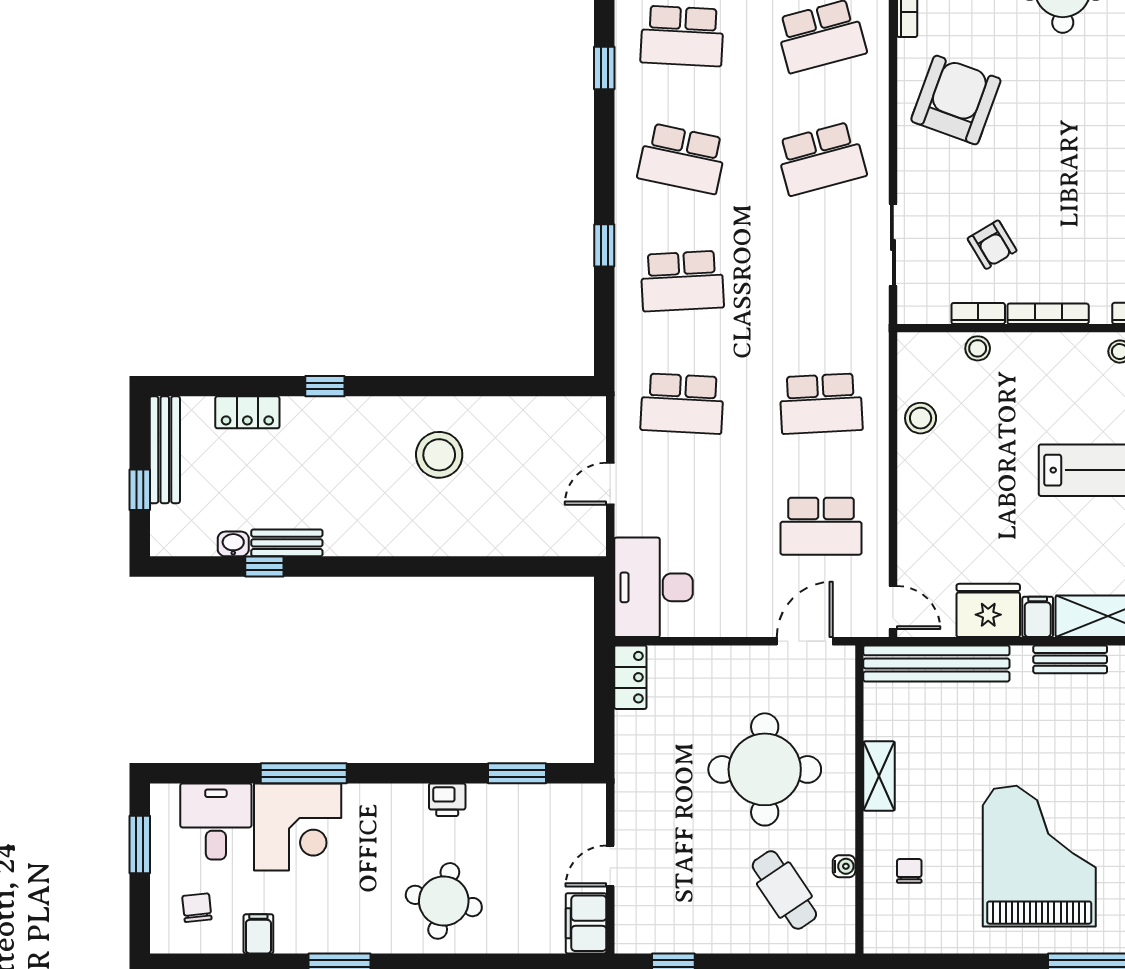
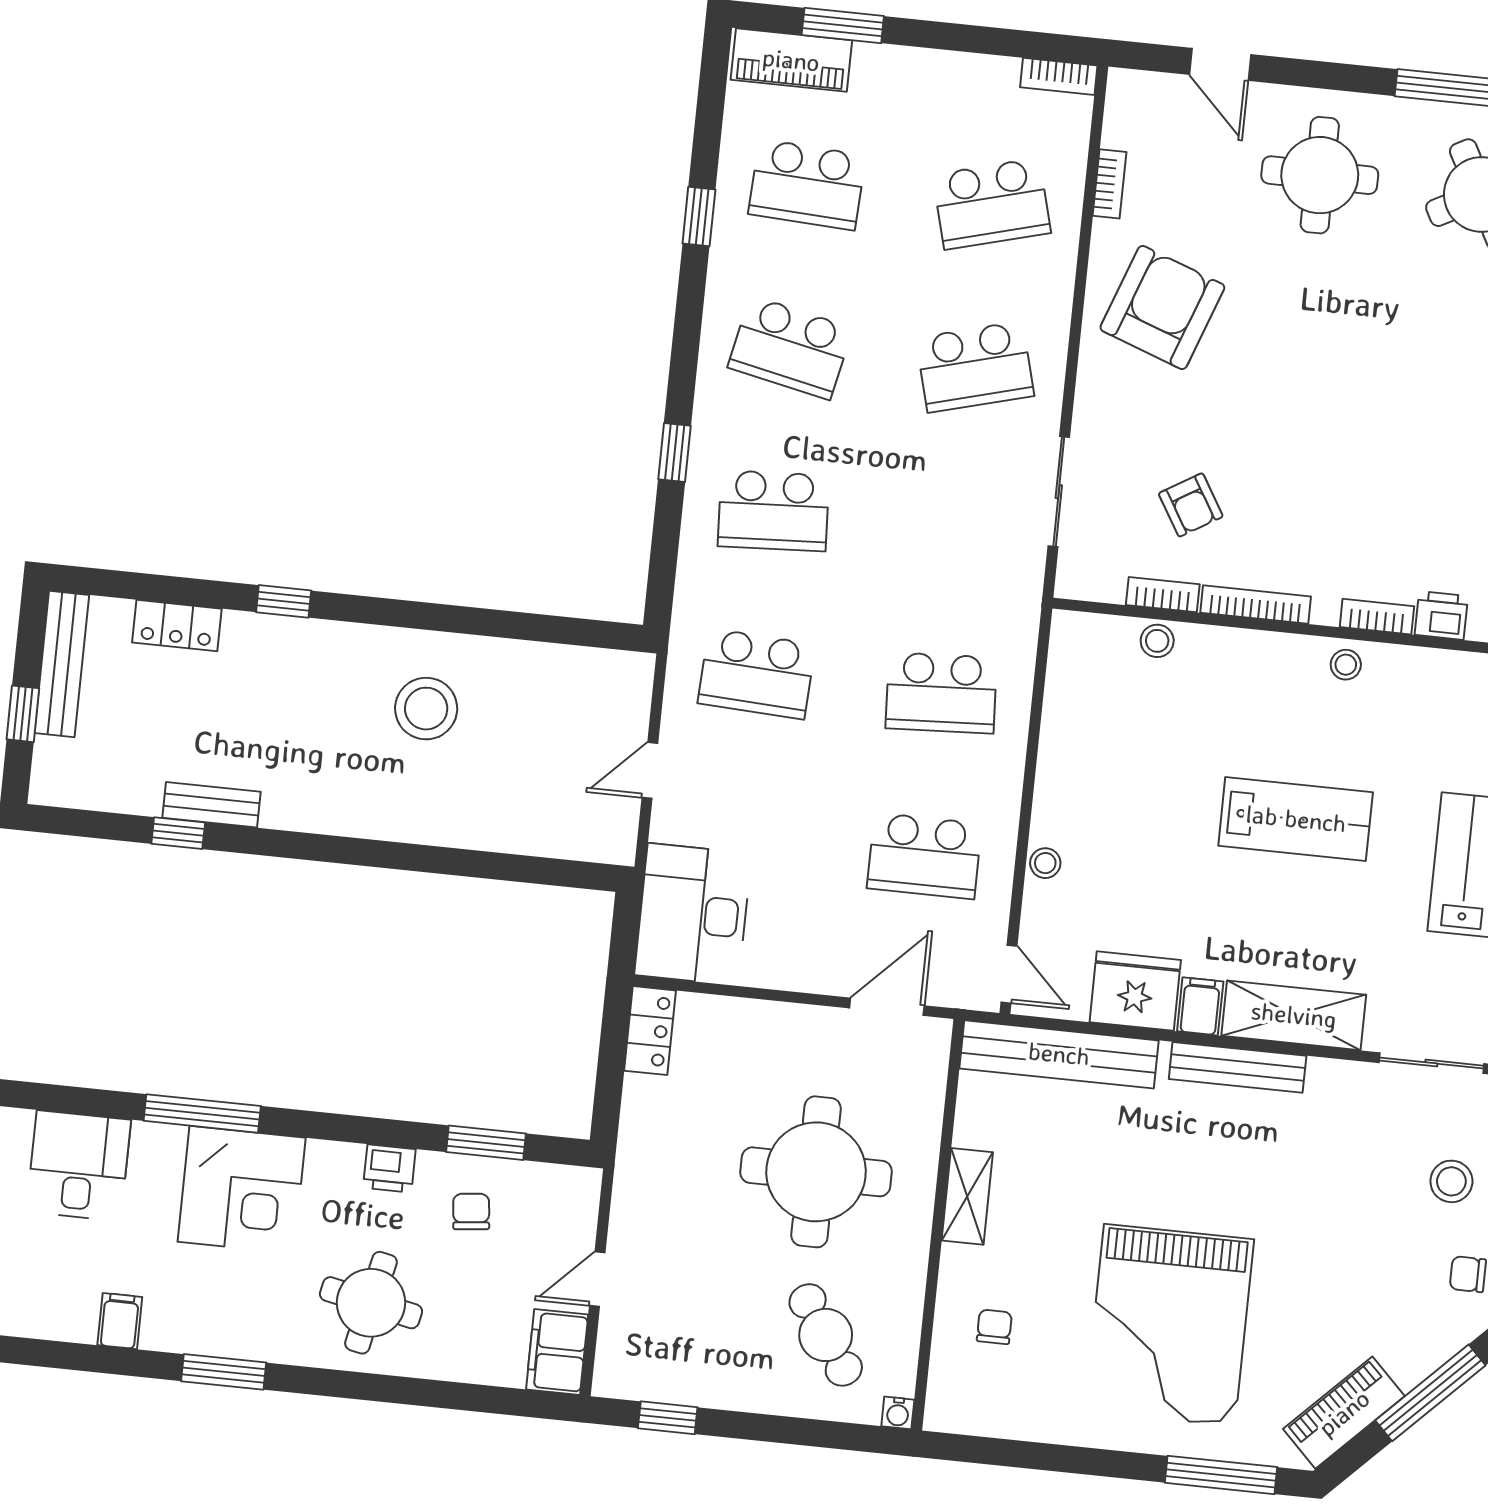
stool: (921, 418) -> (1045, 863), moved, width x0.73, depth x0.73
washbasin: (233, 544) -> (140, 799), removed
bench: (1070, 659) -> (1238, 1067), width x1.36
corner desk: (298, 827) -> (242, 1190), moved
grand piano: (1039, 856) -> (1169, 1325), turned 180
water cooler: (844, 866) -> (898, 1413), moved, turned 90
chair: (197, 908) -> (471, 1211), moved

